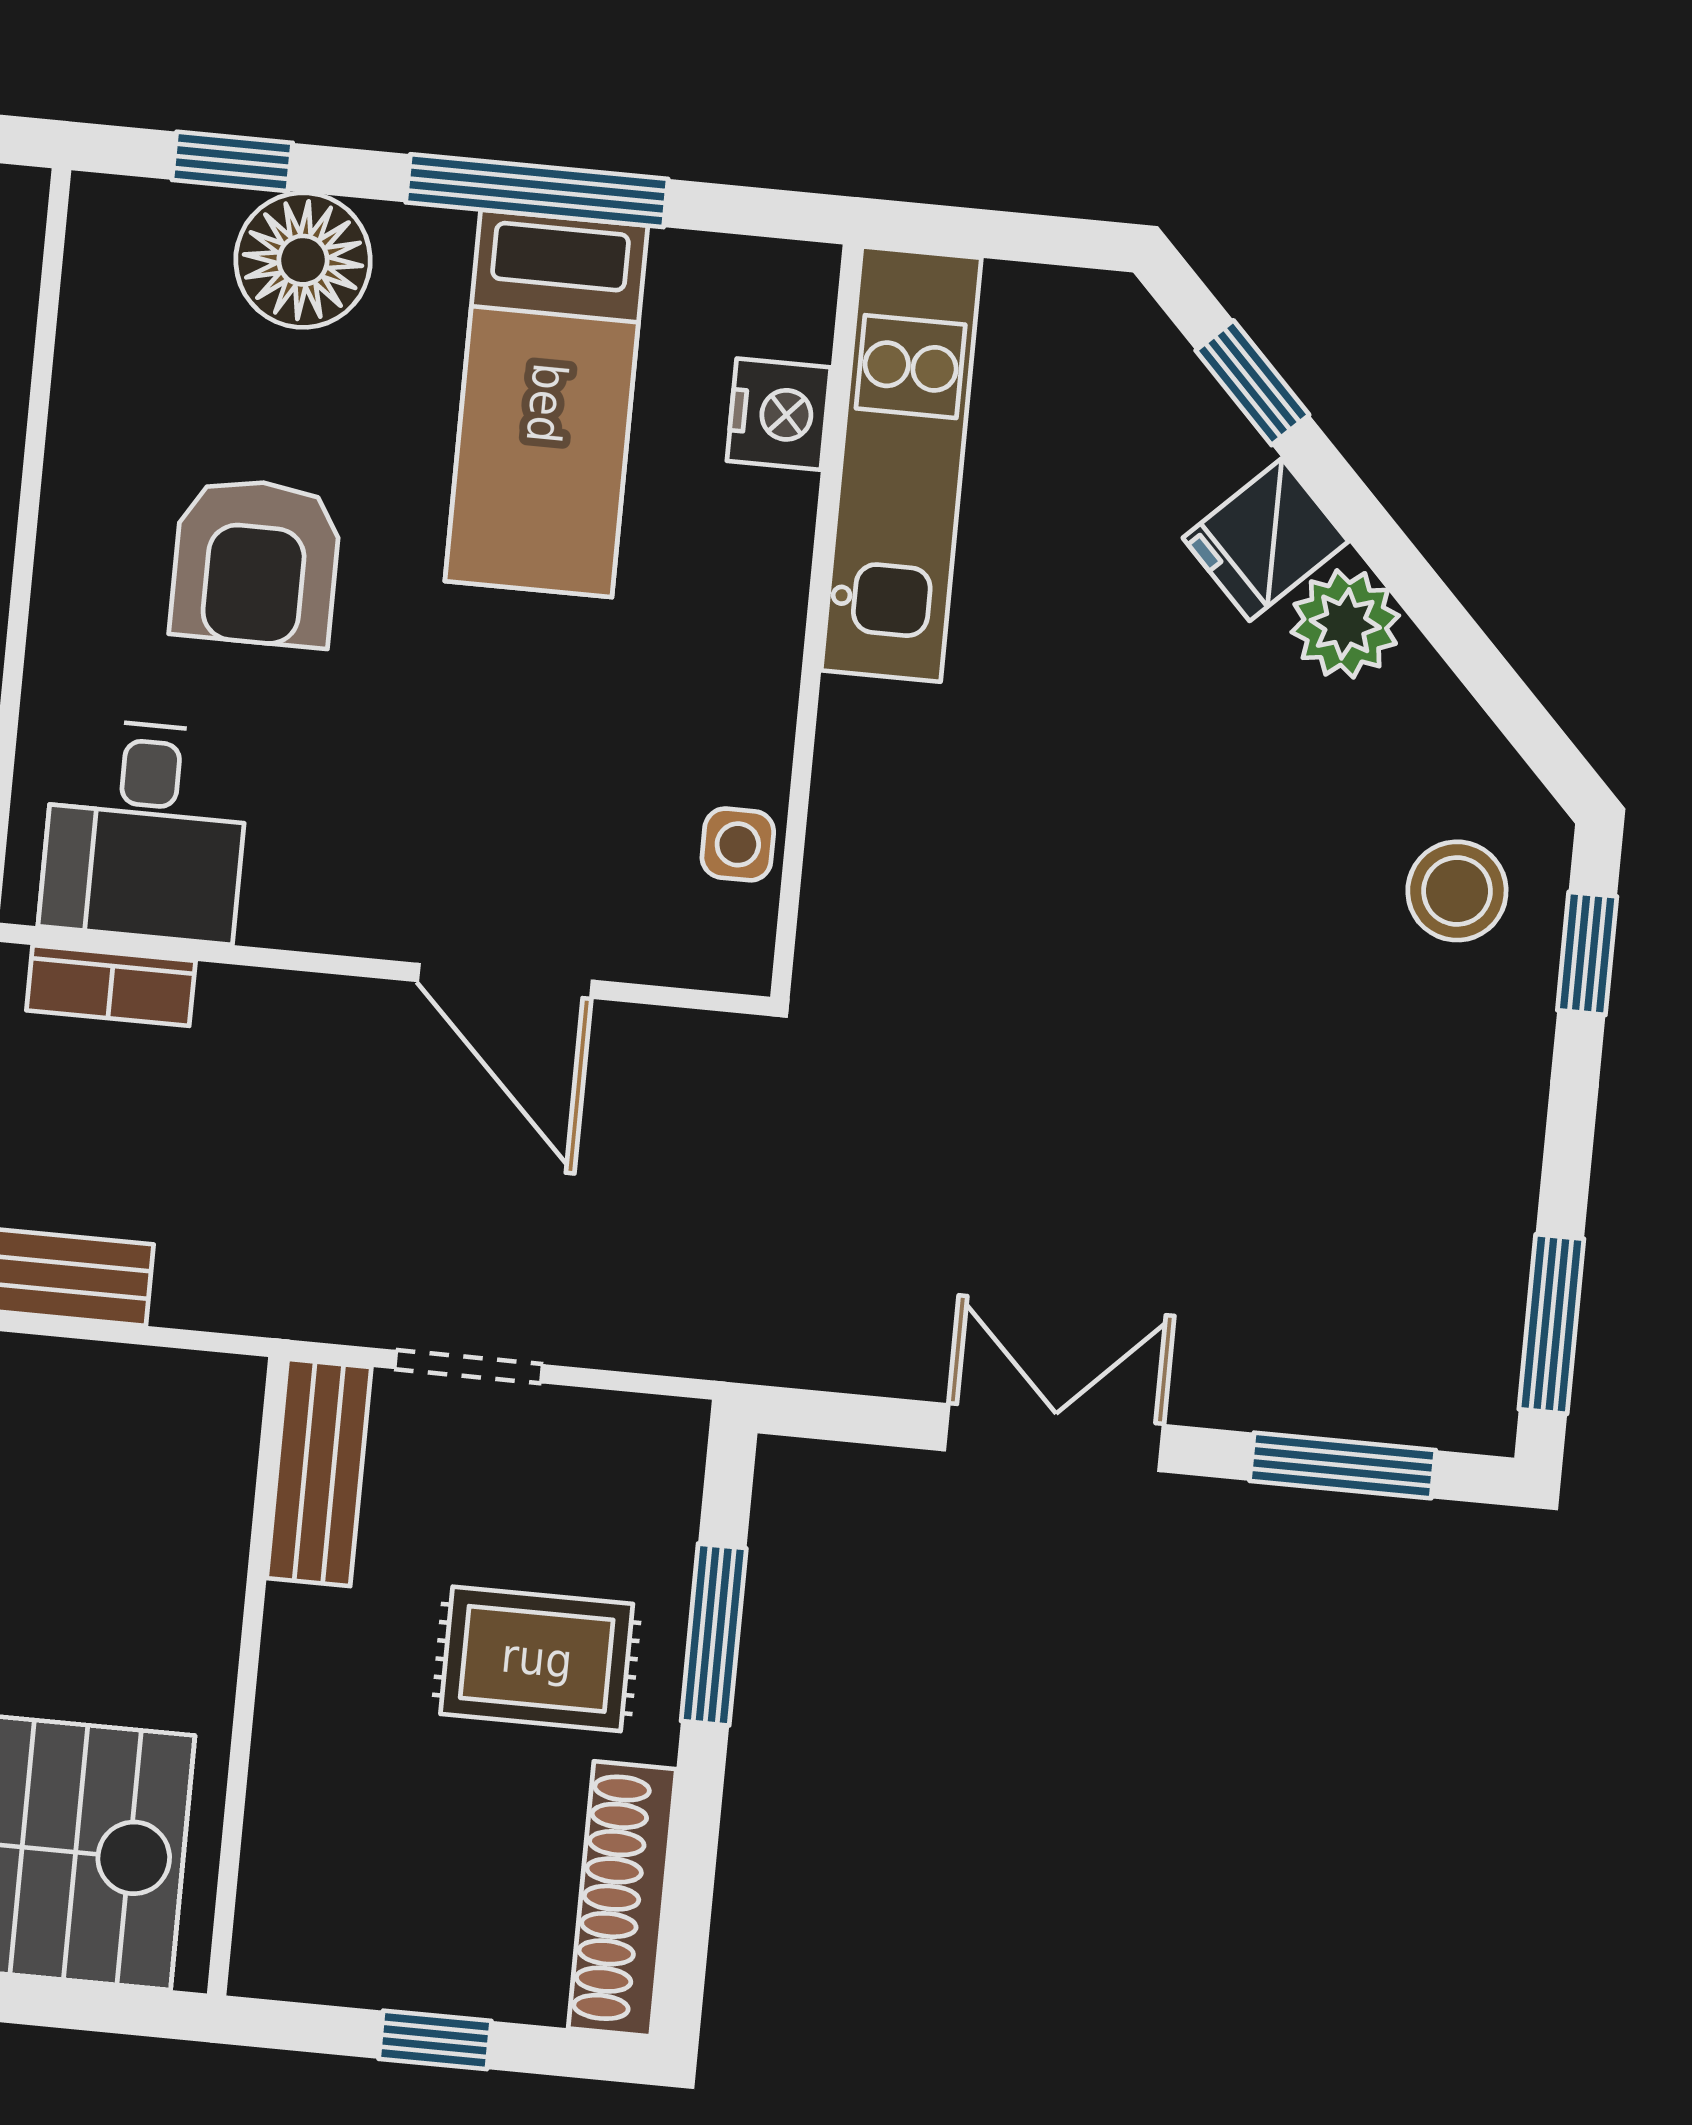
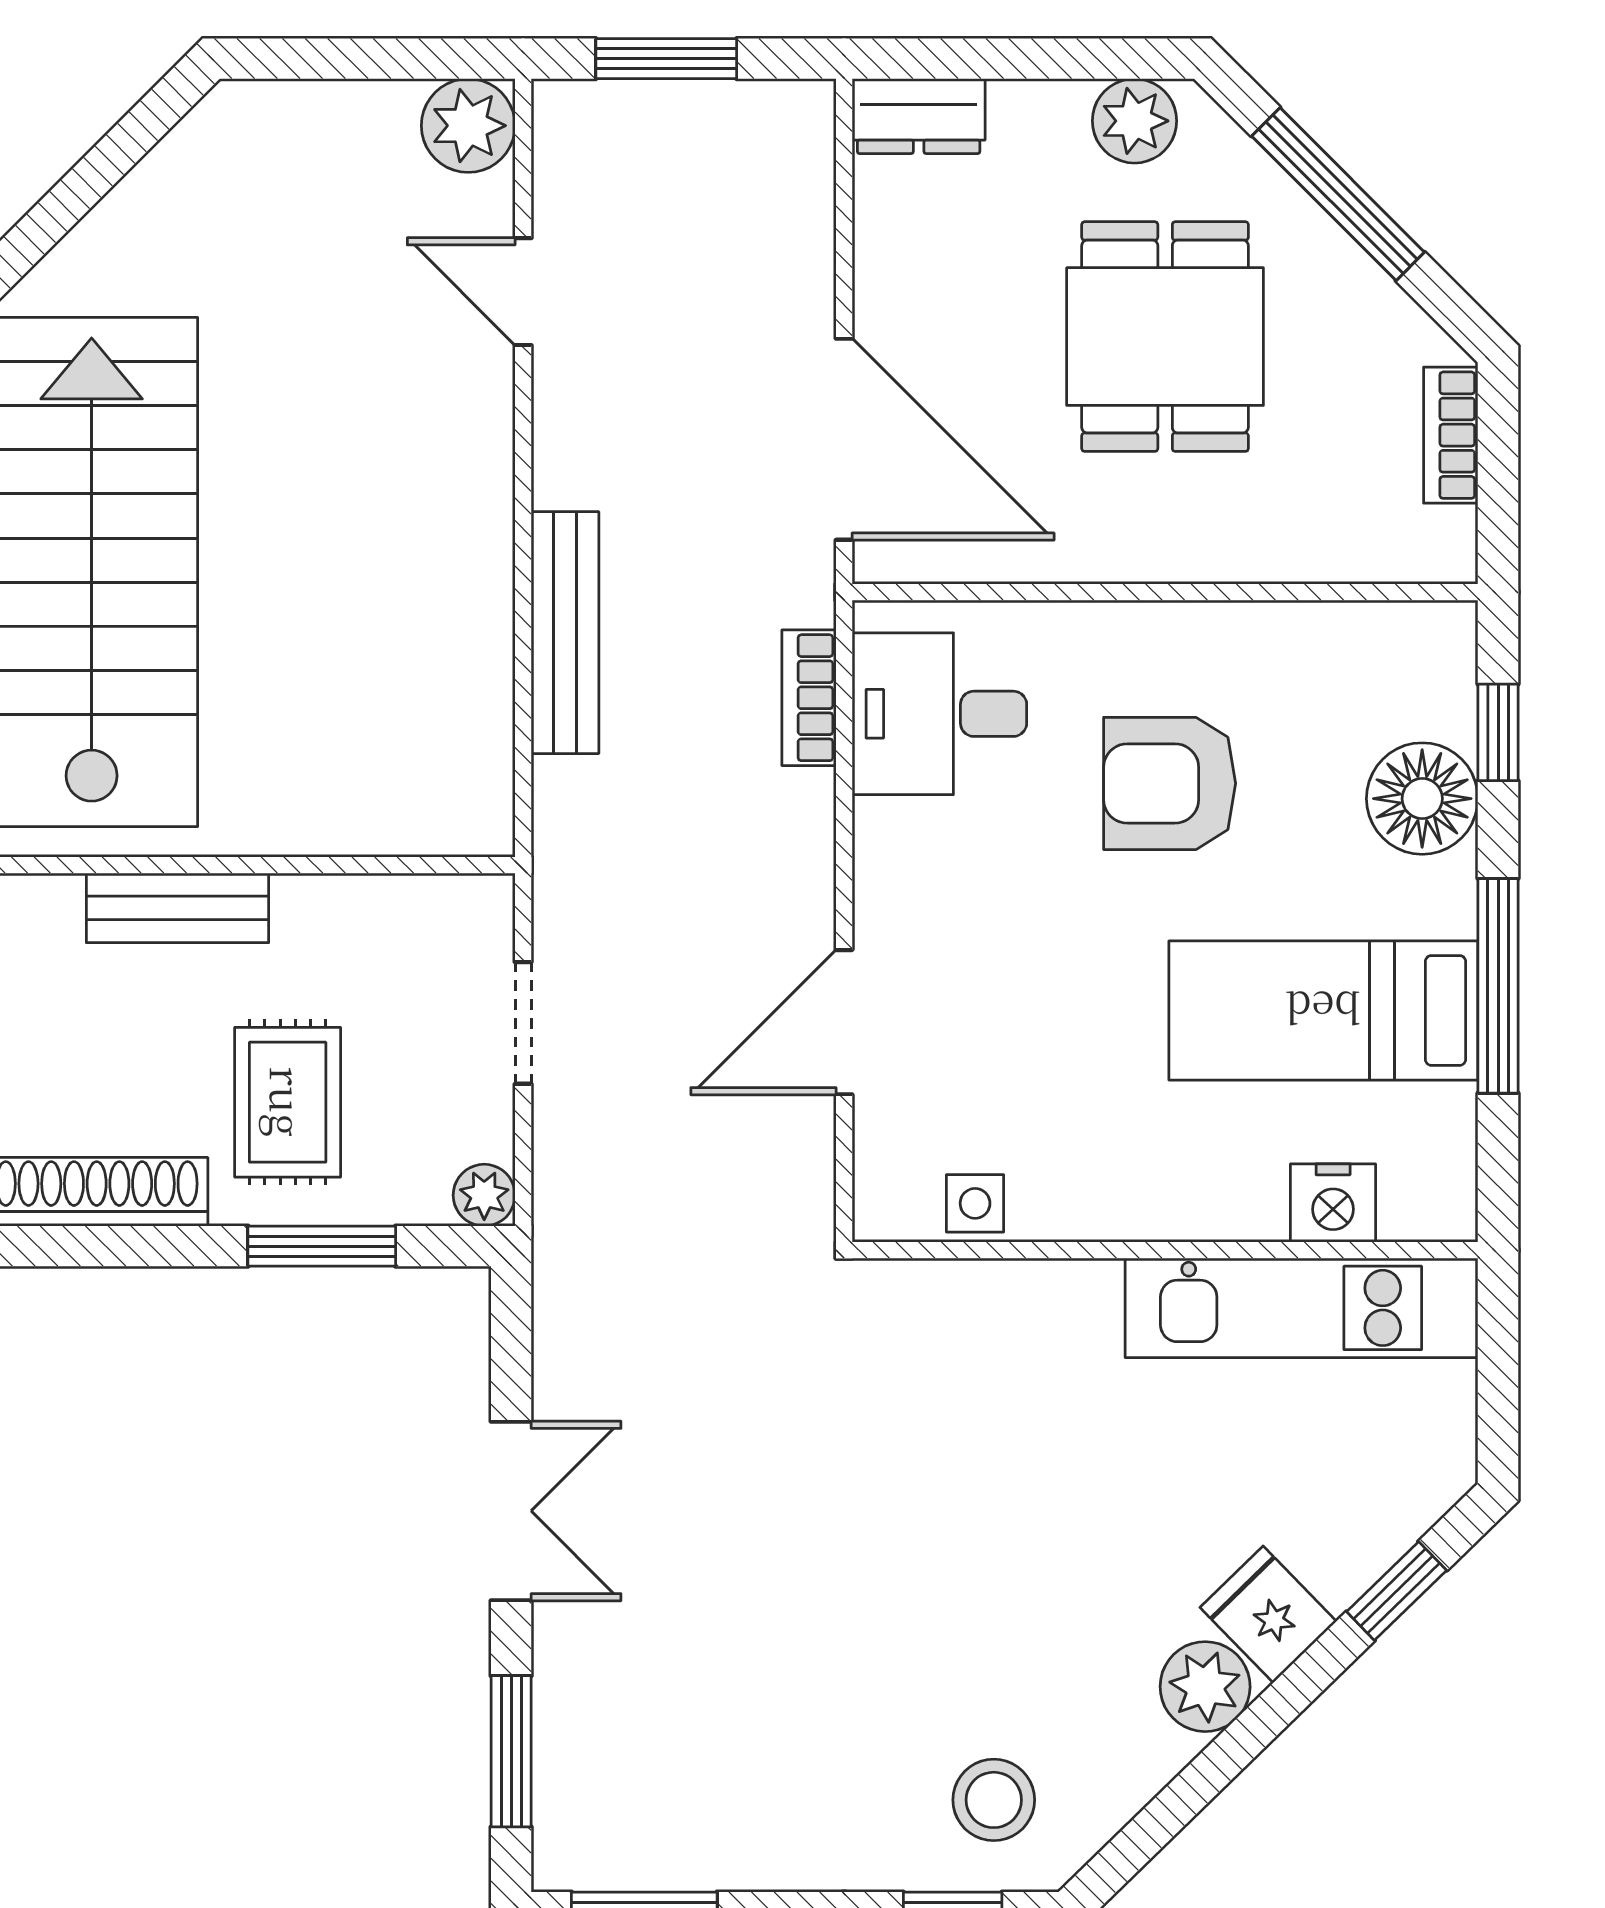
plant: (671, 1433) -> (484, 1195), added
bench: (319, 1473) -> (178, 908), moved

